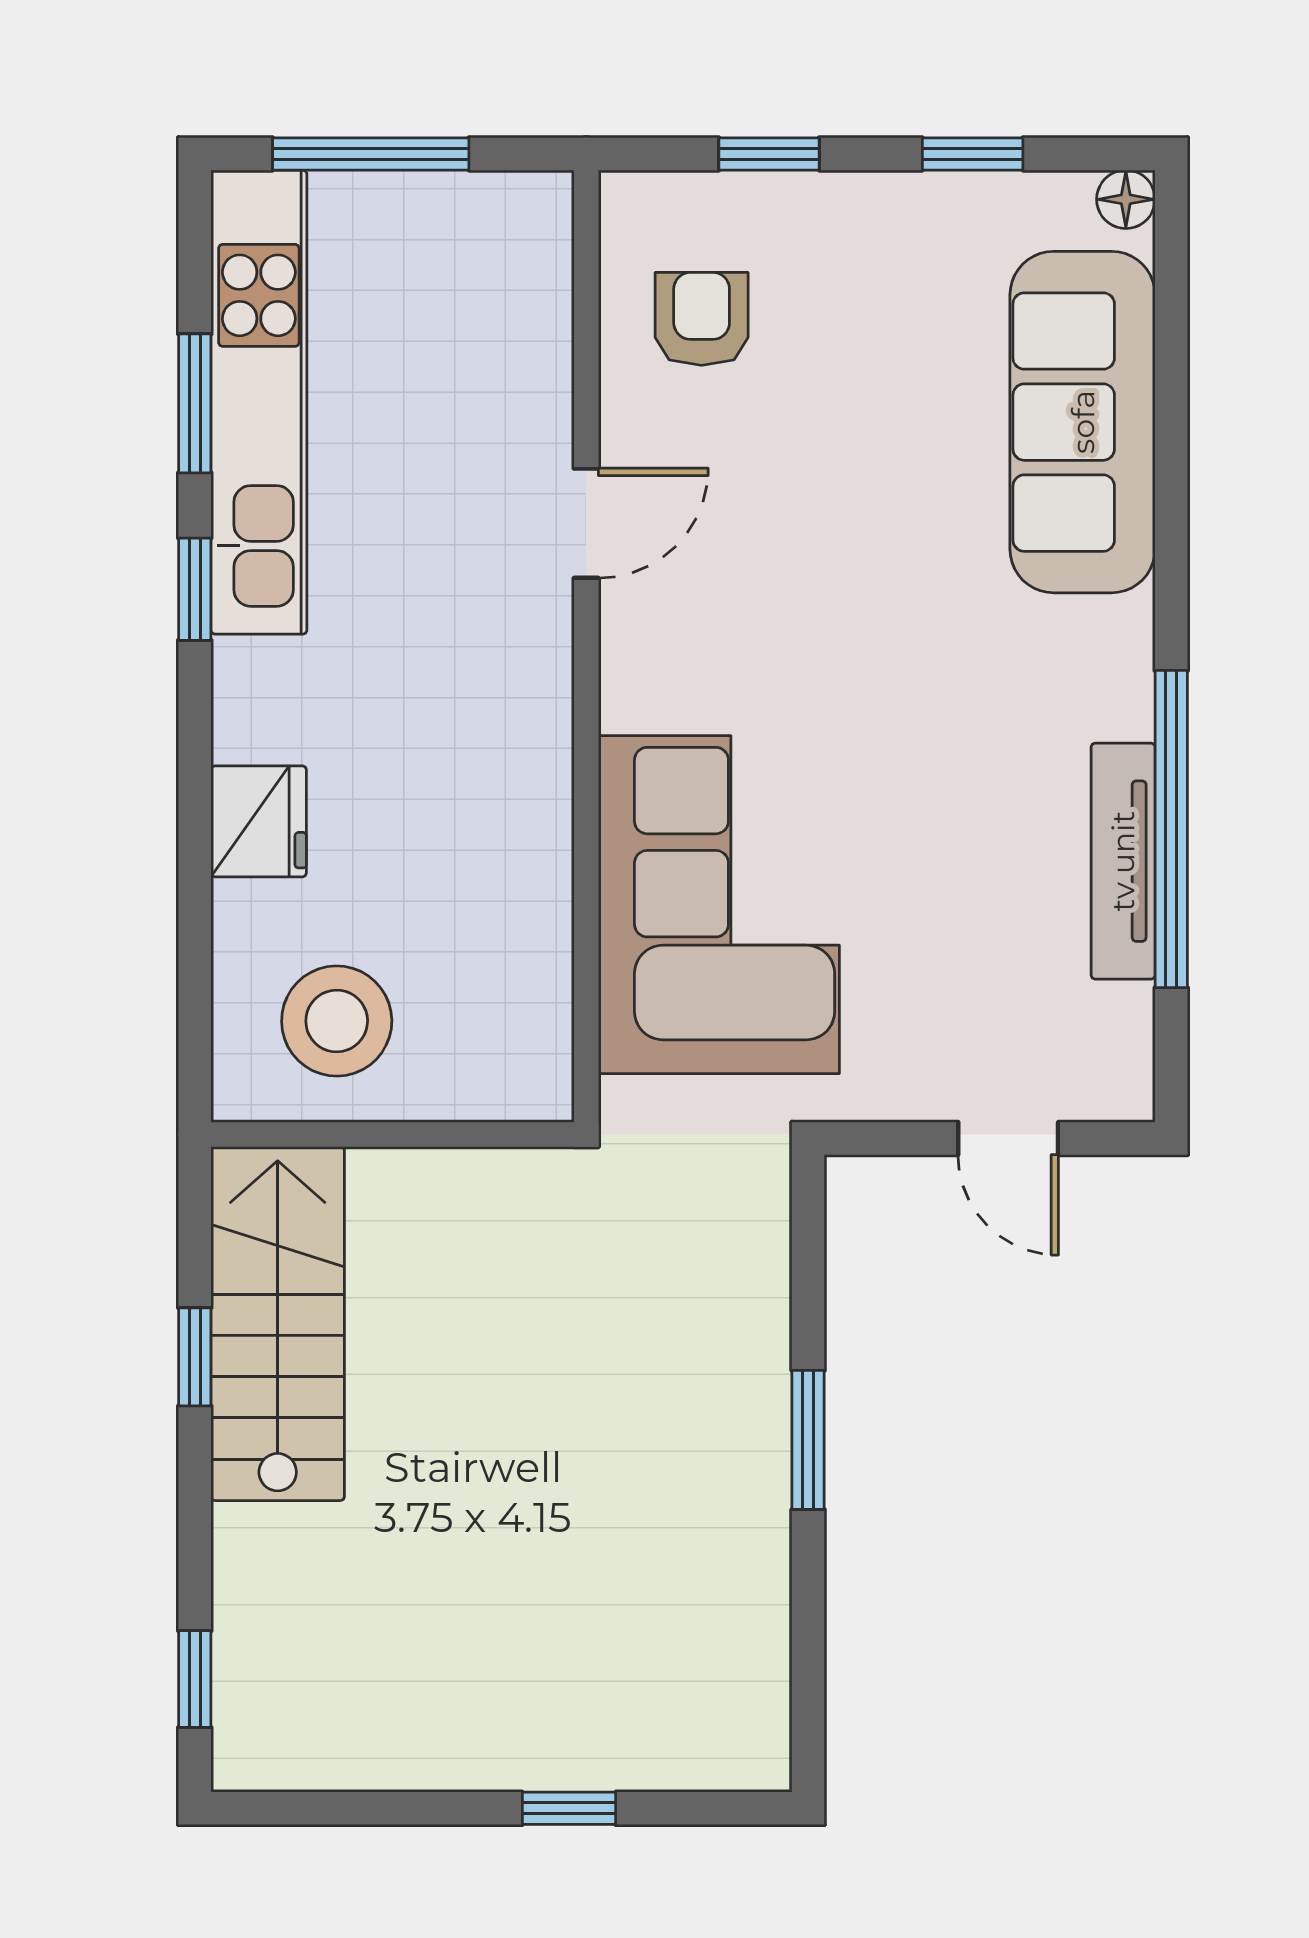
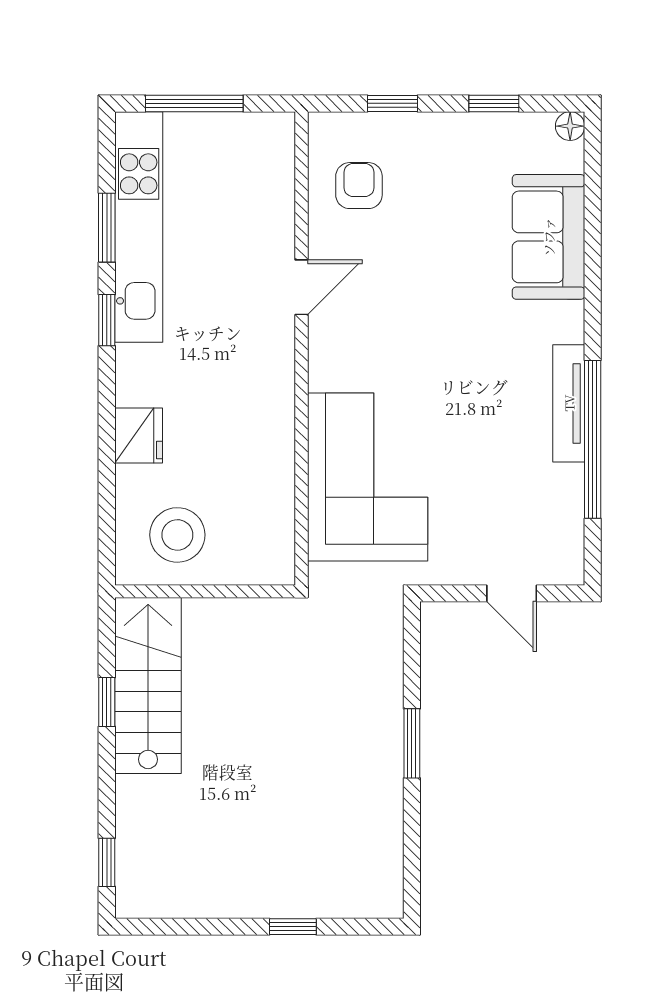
sofa: (1083, 422) -> (549, 237), width x0.73
tv unit: (1123, 861) -> (569, 403), moved

